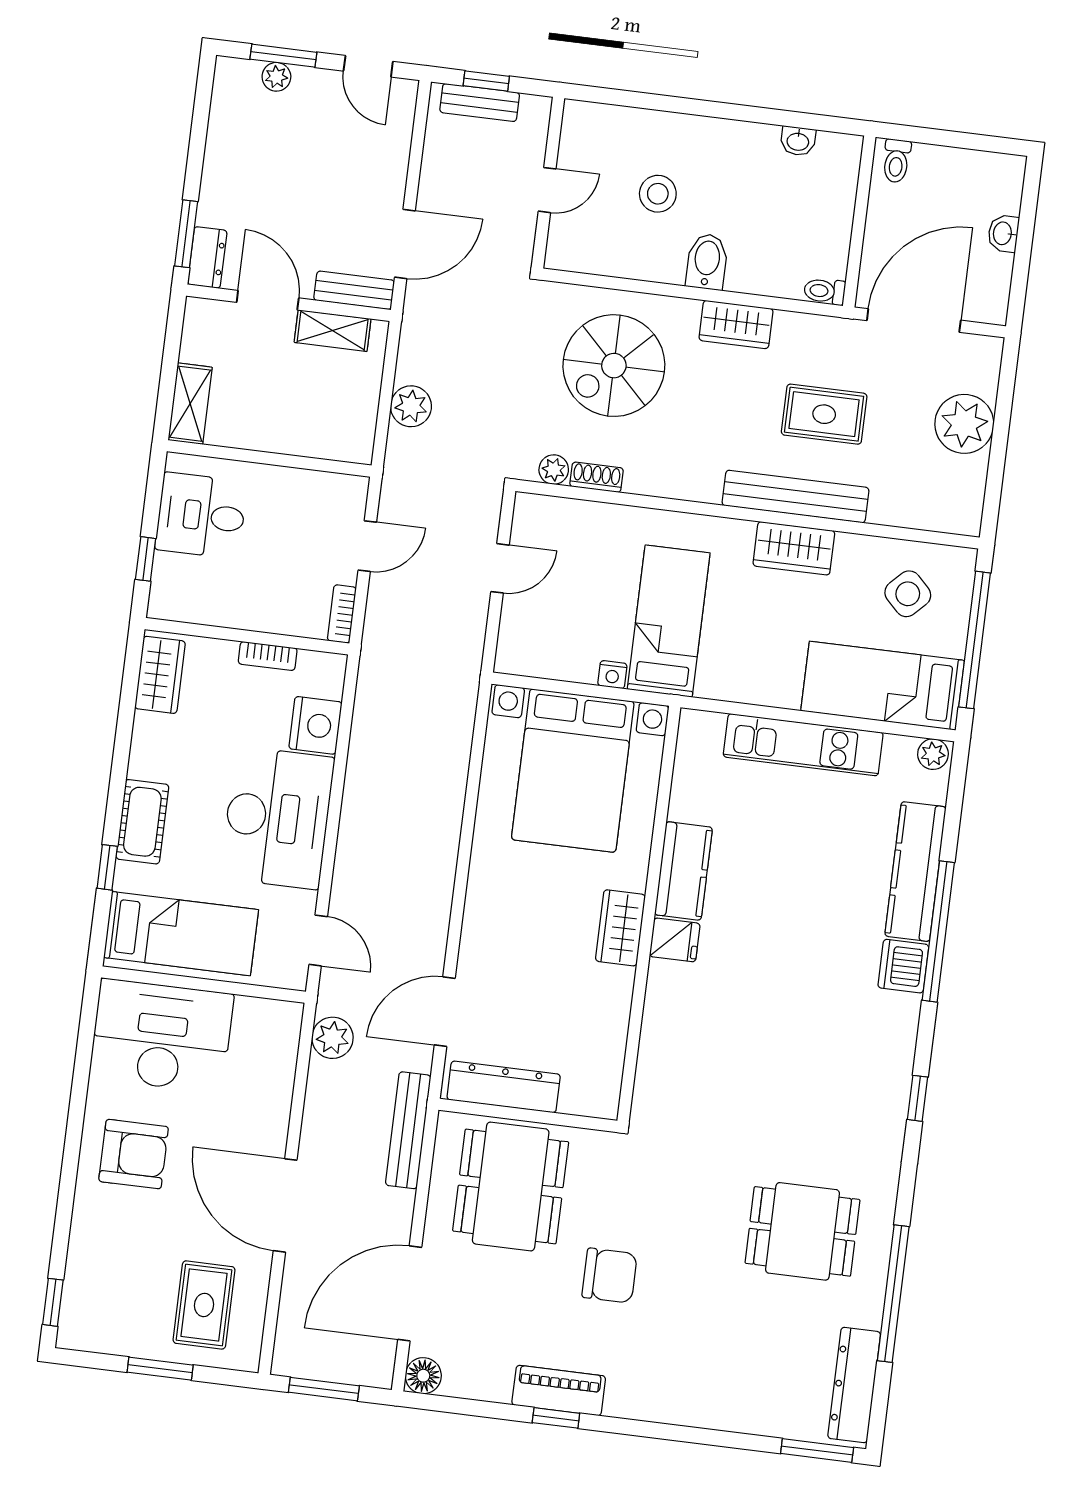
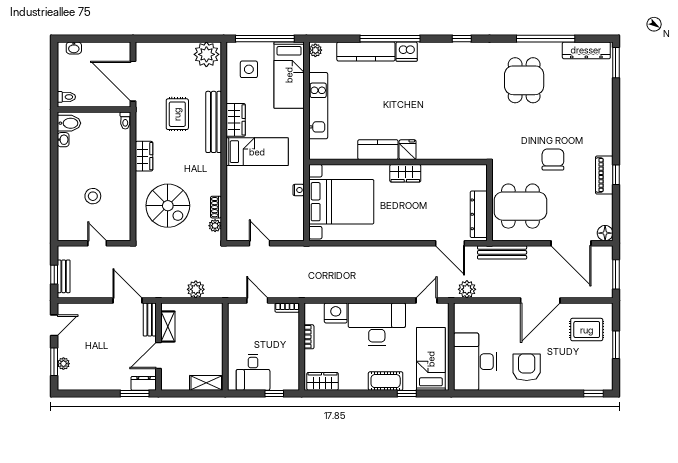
washbasin: (1003, 233) -> (74, 48), moved
bidet: (707, 262) -> (69, 123), moved, turned 180
plant: (964, 424) -> (206, 54), moved
side table: (908, 594) -> (249, 69), turned 45
bed: (669, 621) -> (257, 152), moved, turned 180

